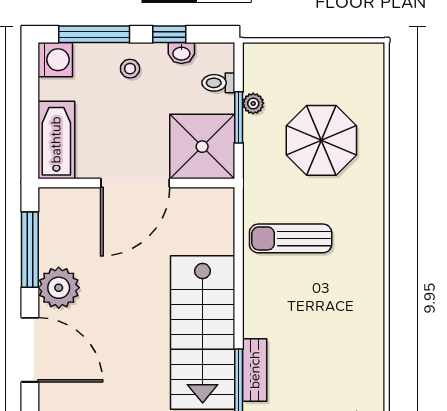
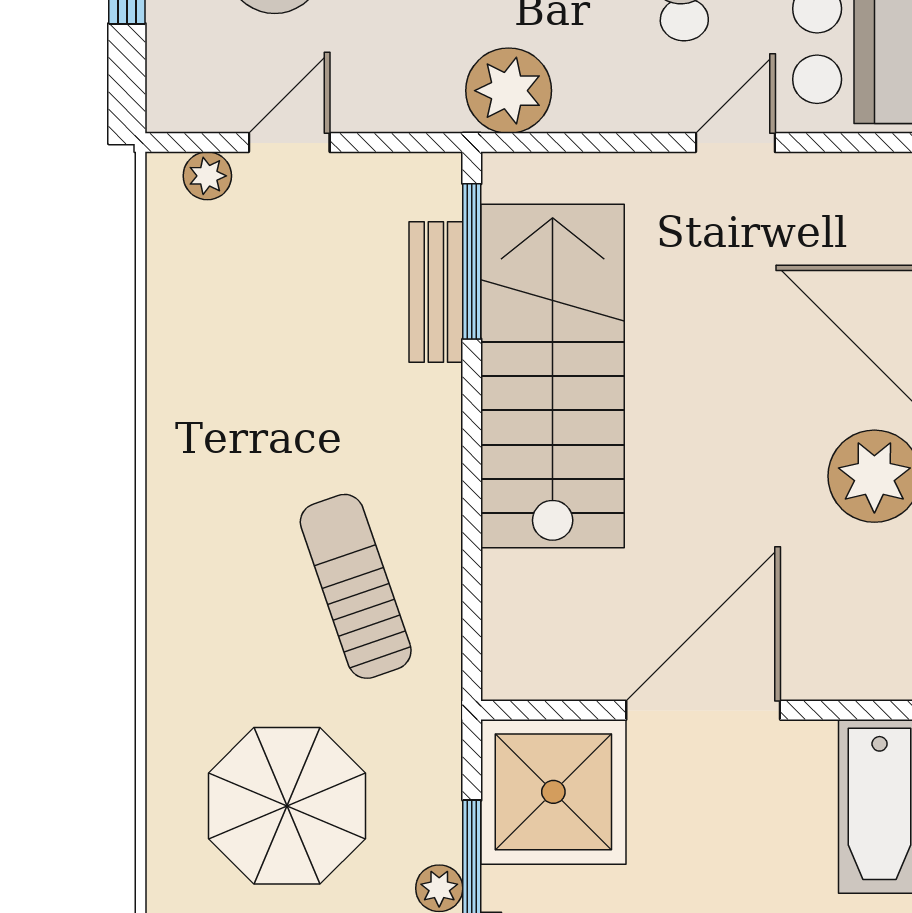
sun lounger: (291, 238) -> (356, 586), turned -109

